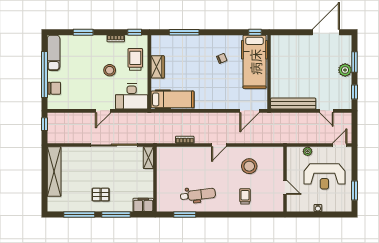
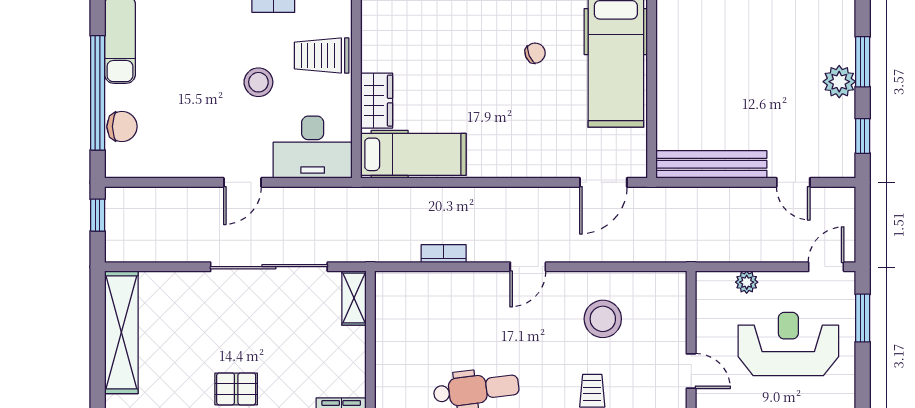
trolley: (135, 59) -> (322, 56), turned -90
wardrobe: (158, 67) -> (377, 101), moved
reception desk: (324, 176) -> (788, 344), turned 180
window: (355, 190) -> (863, 318), moved

